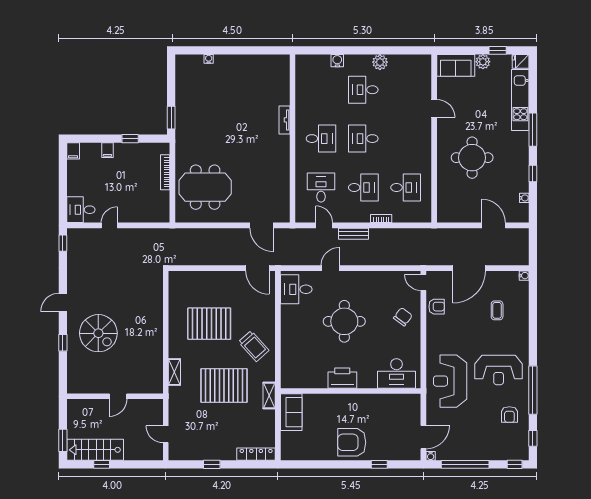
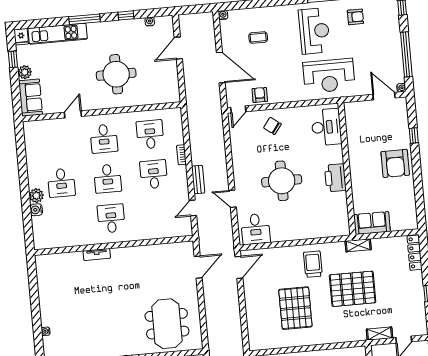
plant: (380, 62) -> (36, 196), moved
desk: (321, 188) -> (104, 139), moved, turned -90
trolley: (254, 346) -> (313, 264), turned -48
shelving: (174, 372) -> (379, 334), moved
pallet: (224, 385) -> (353, 289), turned 90

